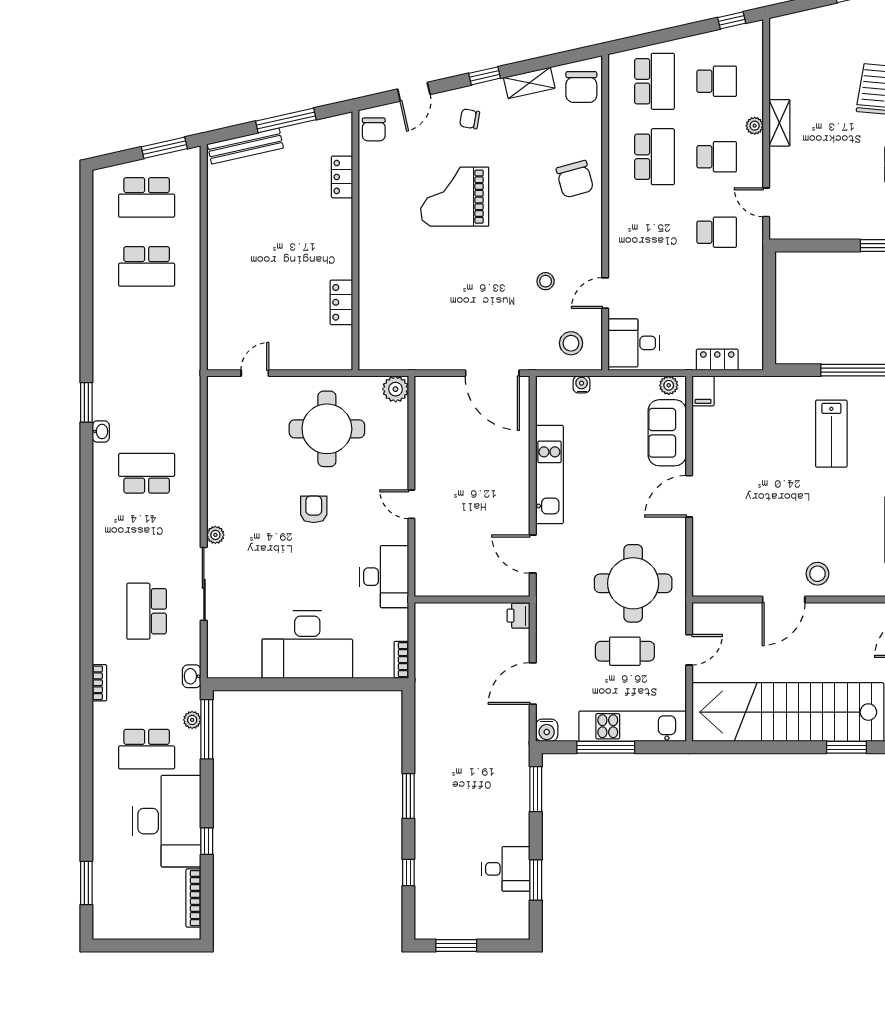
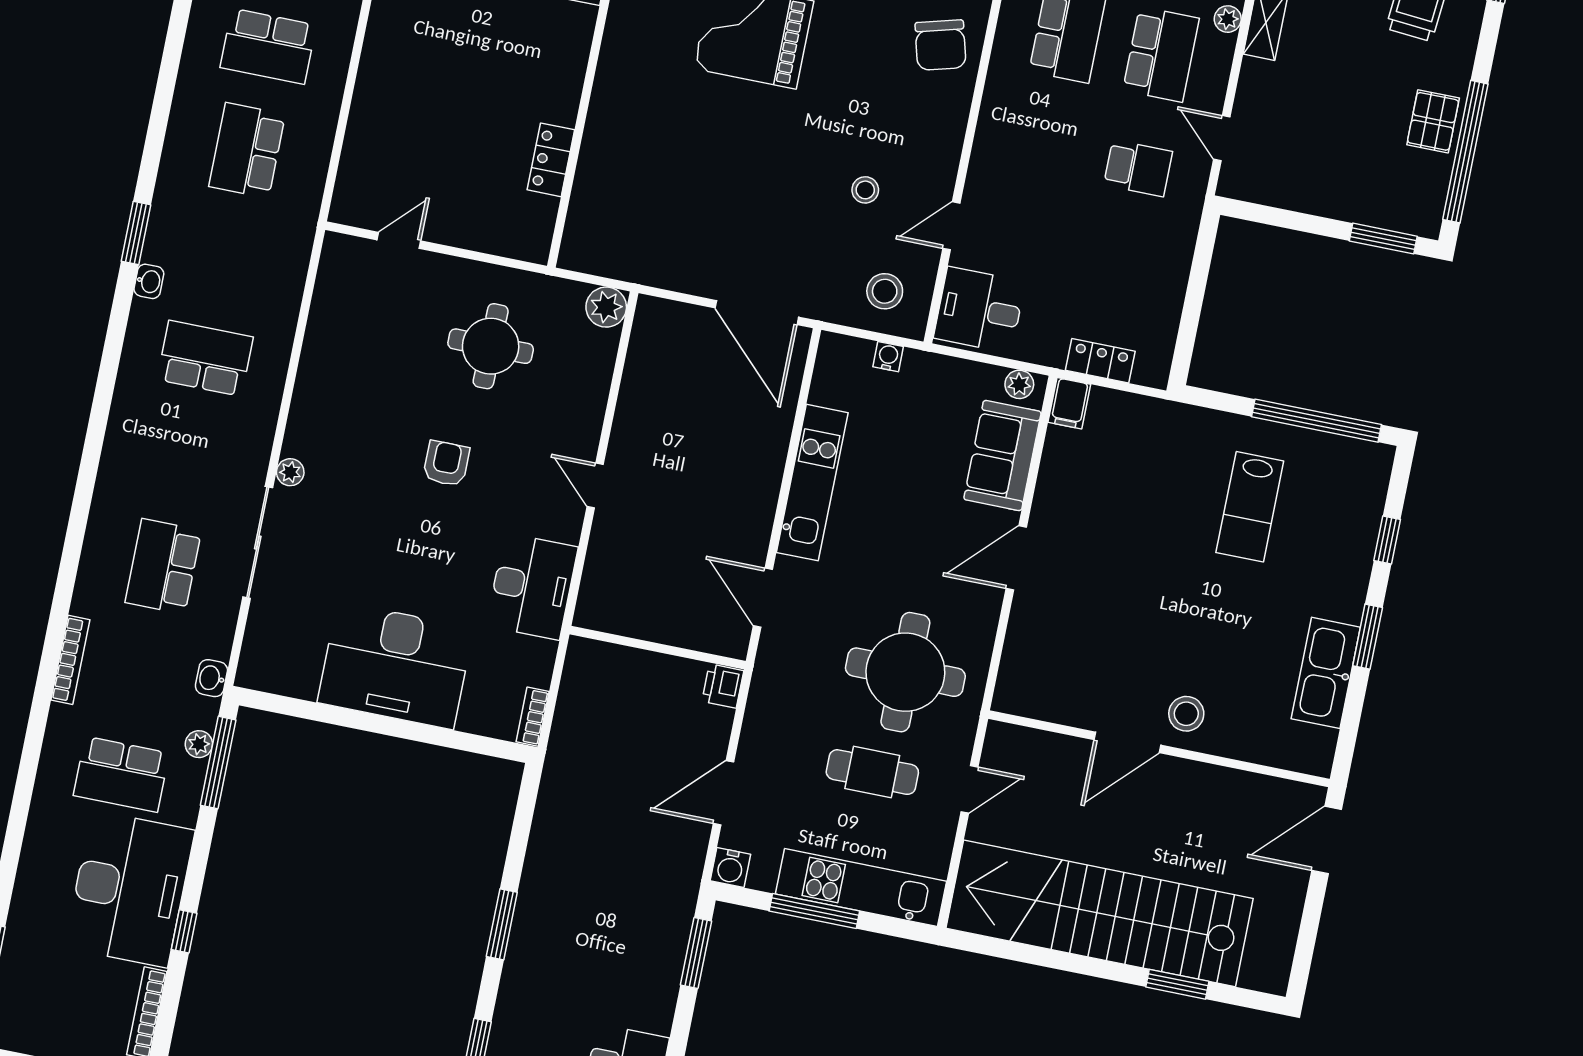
school desk: (717, 157) -> (1161, 54), width x1.85
school desk: (147, 335) -> (247, 150), added
round table: (327, 429) -> (491, 346), width x0.73, depth x0.73
bookcase: (99, 683) -> (70, 660), width x1.56

